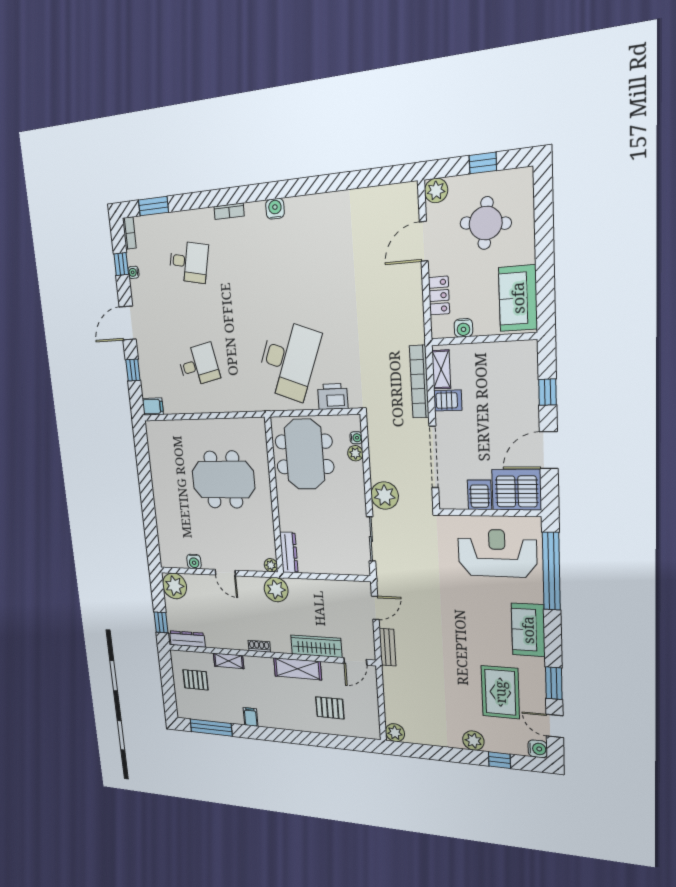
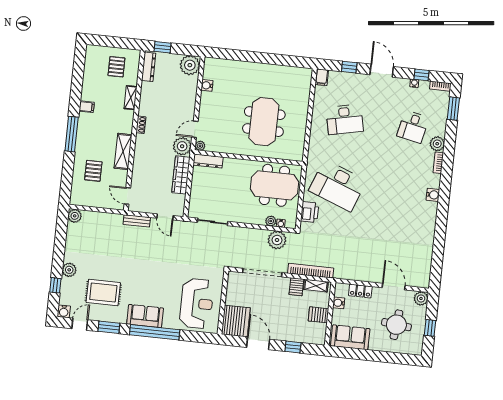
plant: (204, 219) -> (437, 144), added
desk: (199, 365) -> (345, 119), width x1.37
server rack: (480, 495) -> (318, 315), moved, turned 180
plant: (385, 496) -> (277, 240), moved
window: (551, 571) -> (155, 332), moved
door: (225, 573) -> (195, 129), moved
wardrobe: (316, 646) -> (181, 175), moved, turned 180
window: (211, 728) -> (72, 134), moved

